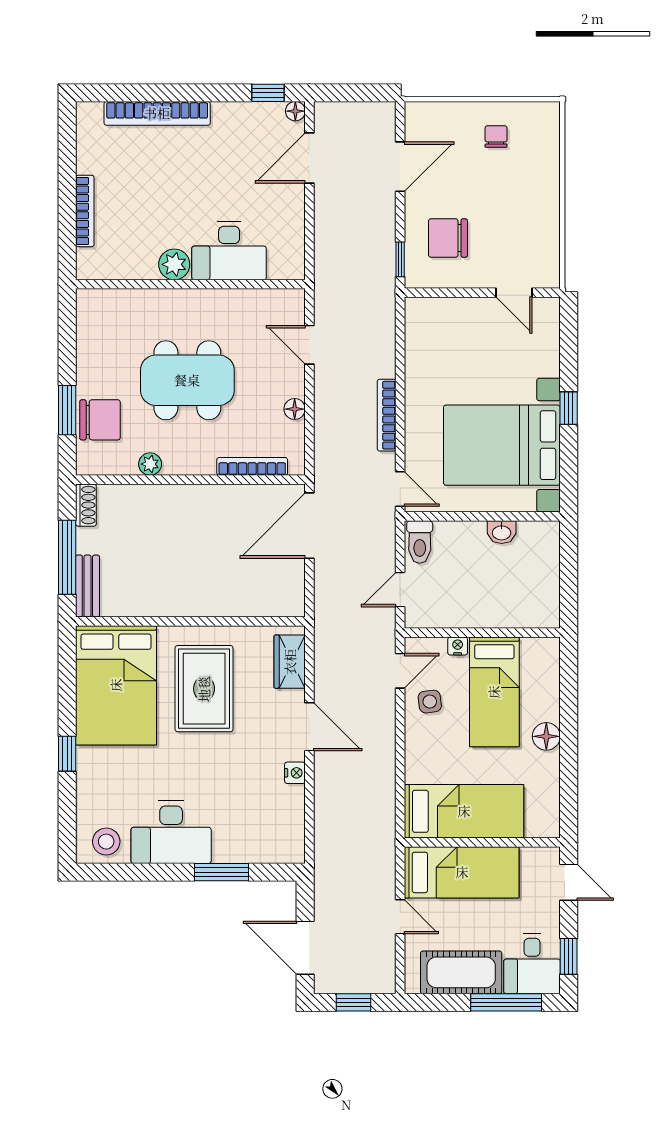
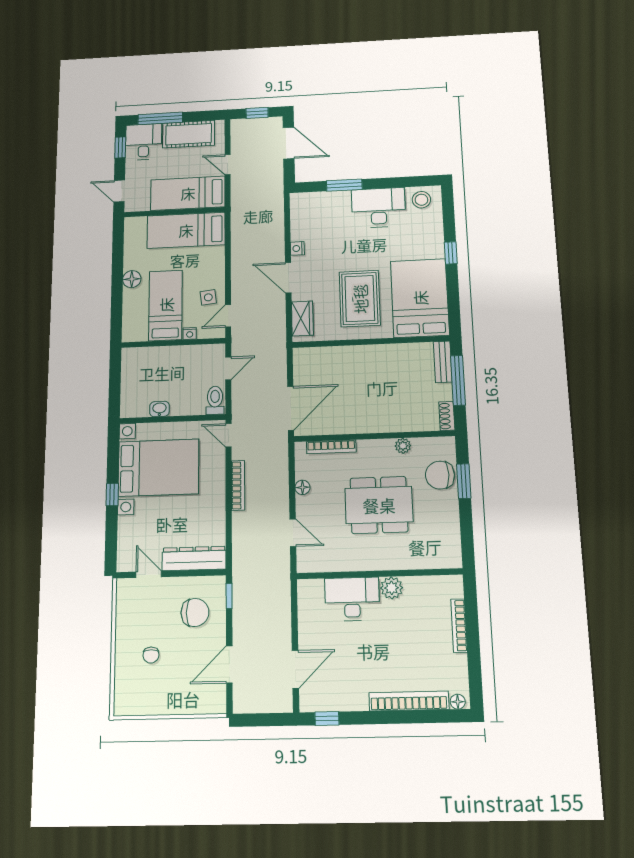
floor lamp: (295, 111) -> (458, 702), moved
chair: (496, 137) -> (151, 655), moved
dresser: (450, 313) -> (194, 558), added

